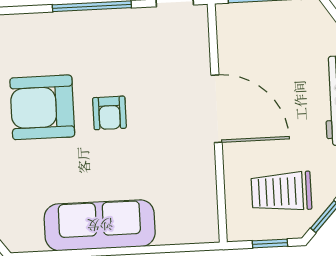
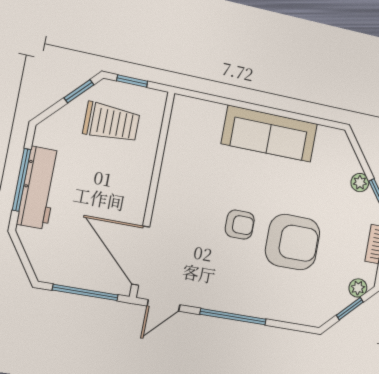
door: (217, 109) -> (141, 256), moved
armchair: (109, 113) -> (240, 225), turned 90

